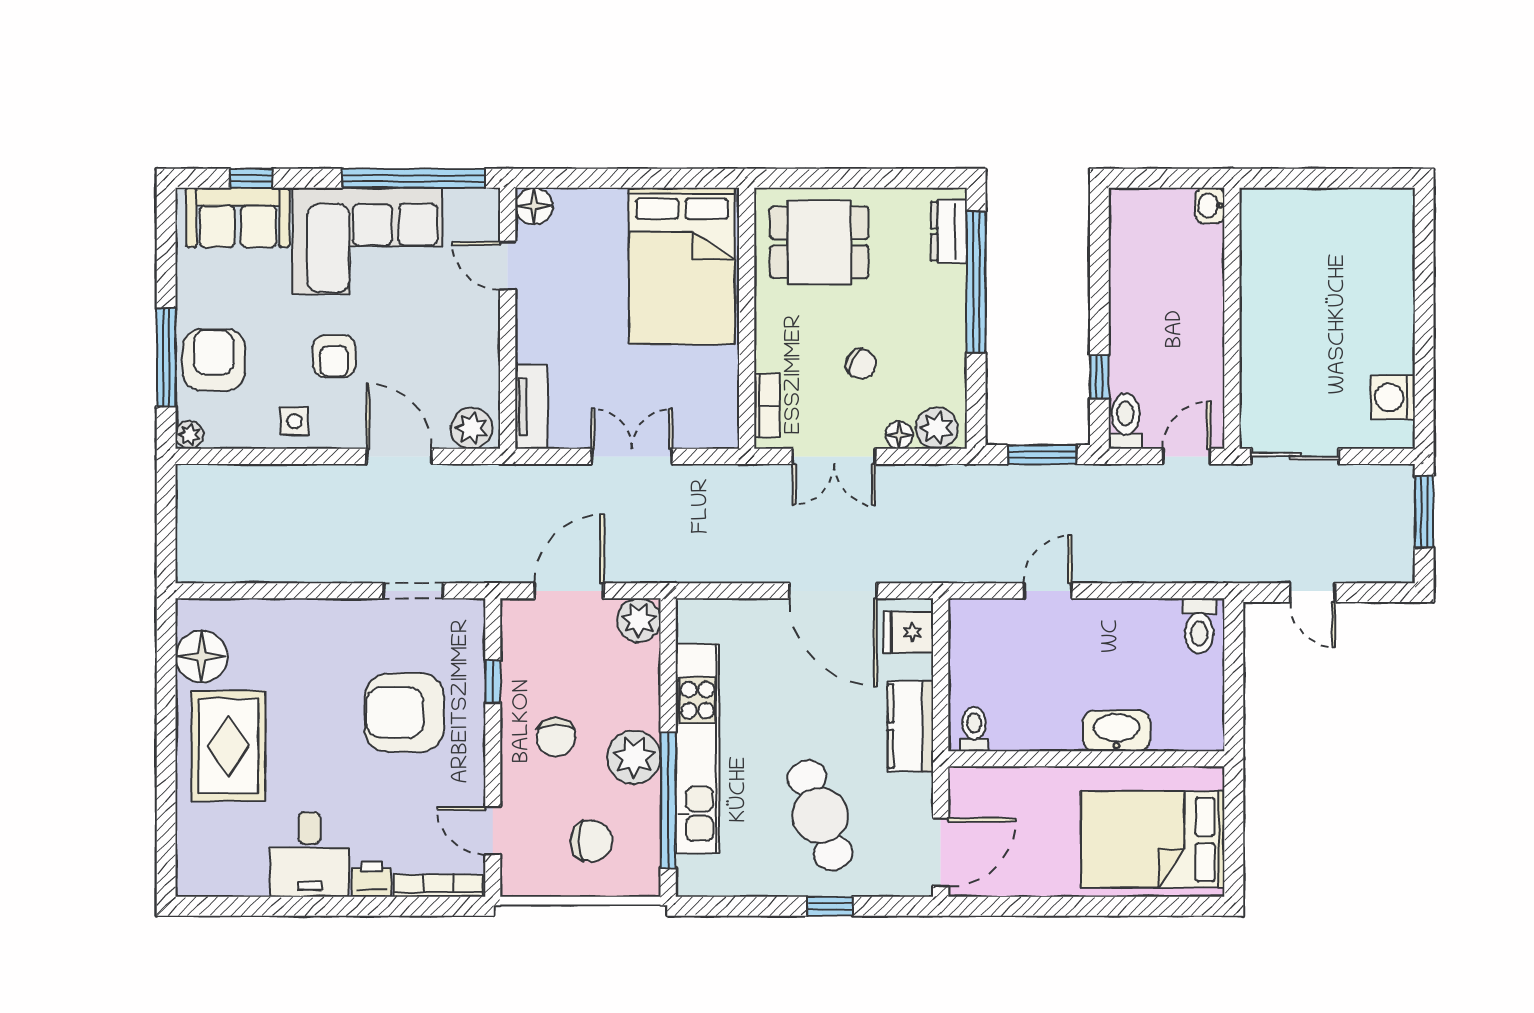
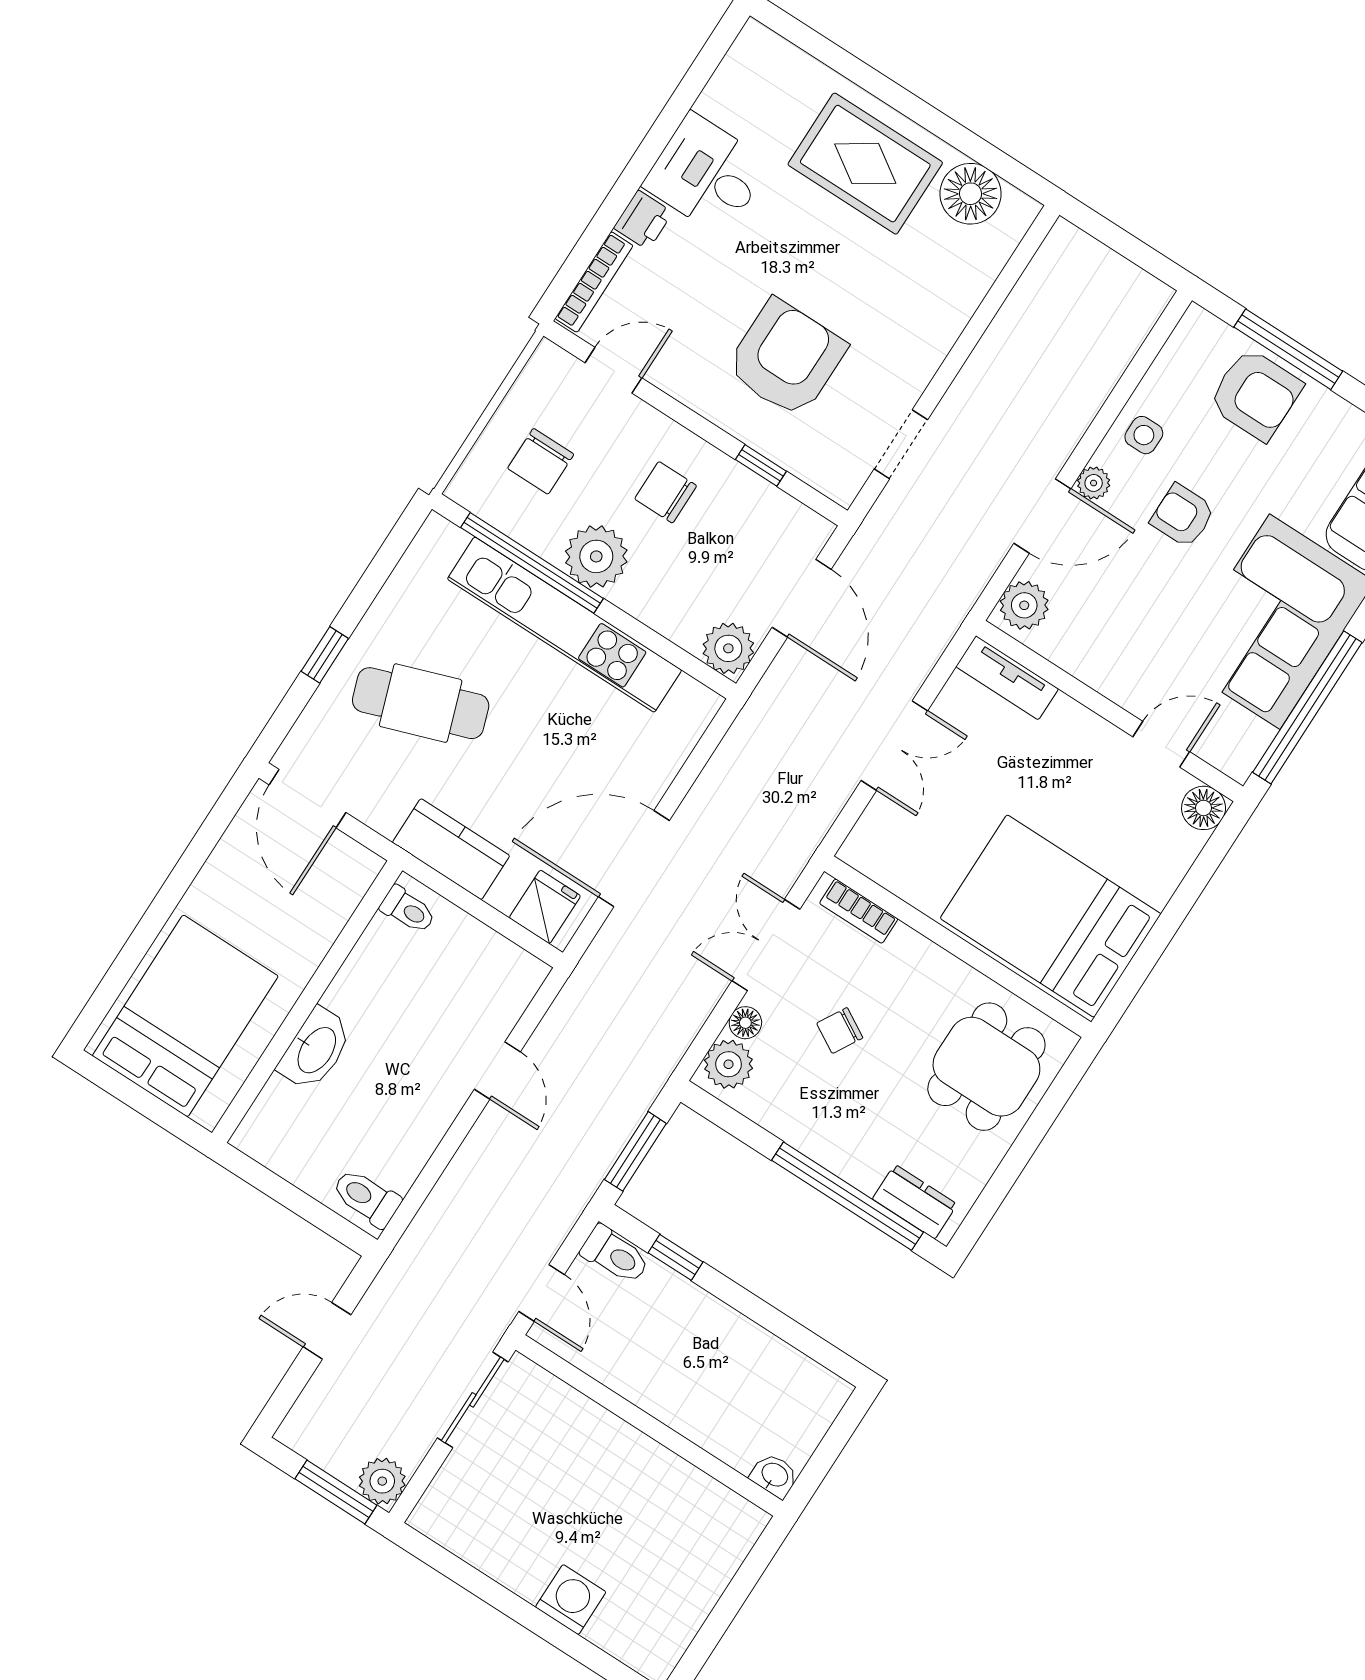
washing machine: (1393, 397) -> (571, 1600), moved
plant: (189, 435) -> (1094, 483), moved
plant: (1395, 484) -> (382, 1481), added

